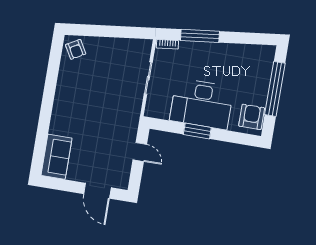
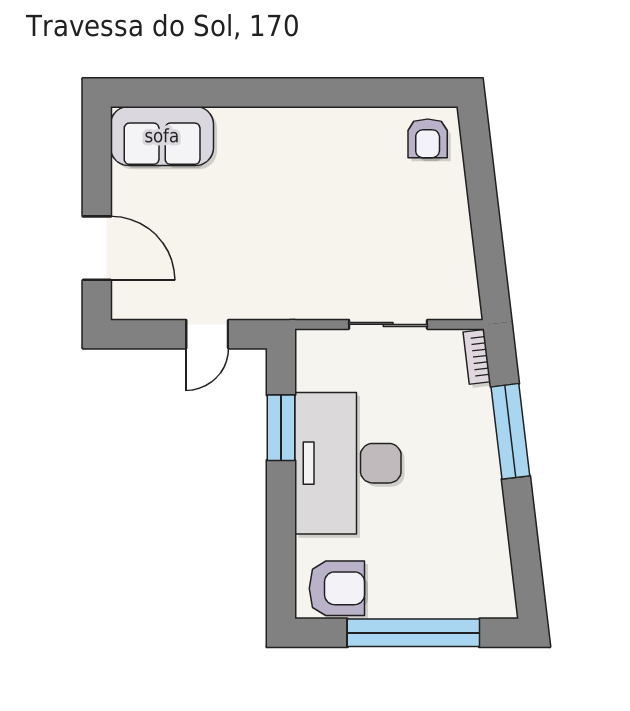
armchair: (76, 49) -> (428, 138), turned -60
window: (197, 131) -> (281, 428), moved
door: (97, 191) -> (97, 248), swing flipped

